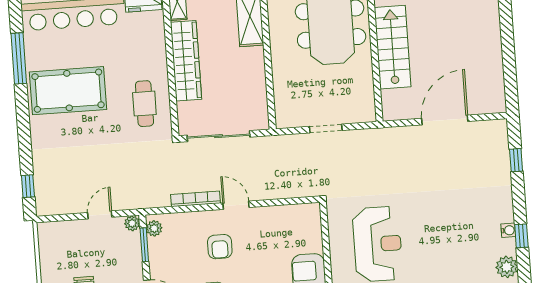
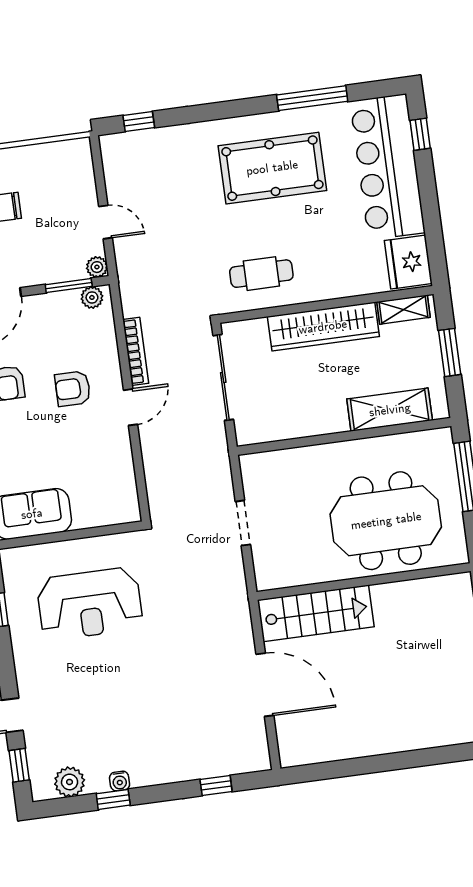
stairs: (393, 47) -> (316, 613), moved
pool table: (68, 91) -> (272, 168), turned 90

